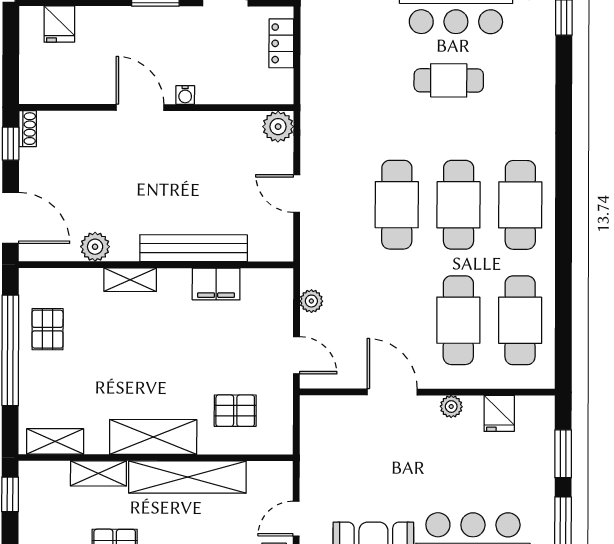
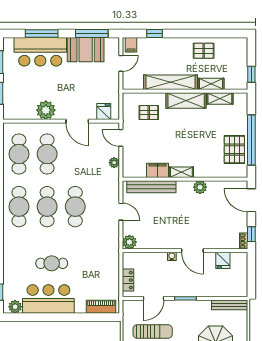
fridge: (59, 24) -> (223, 260), moved, turned 180
plant: (95, 247) -> (200, 187), moved
bench: (194, 248) -> (151, 187), moved
shelving: (130, 280) -> (181, 172), moved
pallet: (48, 329) -> (234, 150), width x1.50, depth x1.42
plant: (451, 407) -> (46, 110), width x1.87, depth x1.87
fridge: (499, 413) -> (104, 112), moved
shelving: (55, 441) -> (220, 98), moved

